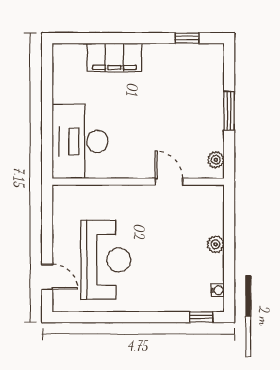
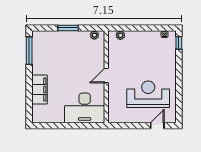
window: (187, 38) -> (29, 51), width x2.17
door: (169, 182) -> (106, 75), moved
plant: (216, 244) -> (120, 35), moved

